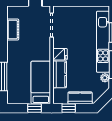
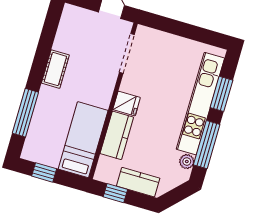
cot: (13, 30) -> (55, 69), moved
window: (35, 108) -> (44, 172), moved

